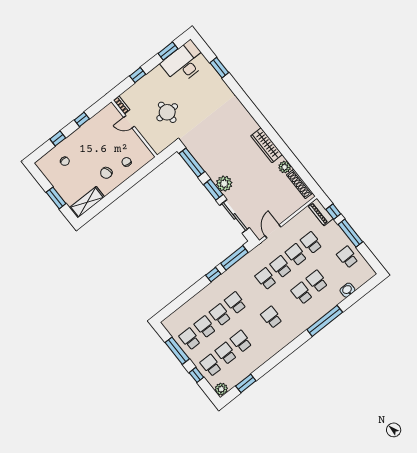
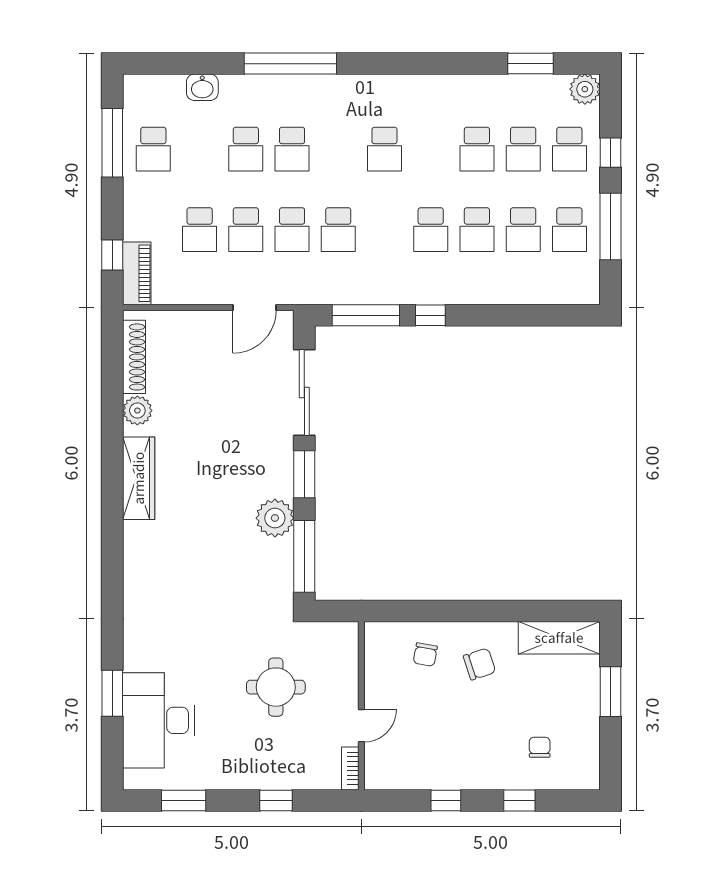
desk: (184, 63) -> (158, 720), moved, turned 90
door: (129, 122) -> (361, 726), hinge flipped
plant: (224, 184) -> (275, 518), moved
window: (350, 233) -> (112, 143), moved

